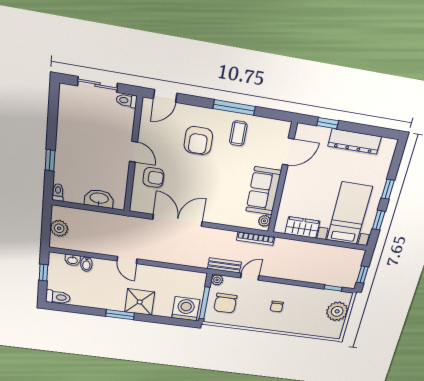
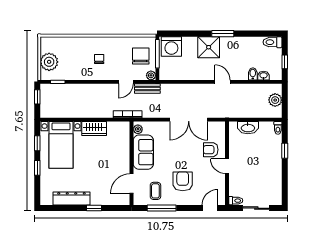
door: (288, 152) -> (132, 184), moved
wall: (282, 179) -> (132, 163), moved
sofa: (263, 191) -> (143, 152), moved
plant: (264, 221) -> (138, 129), moved

